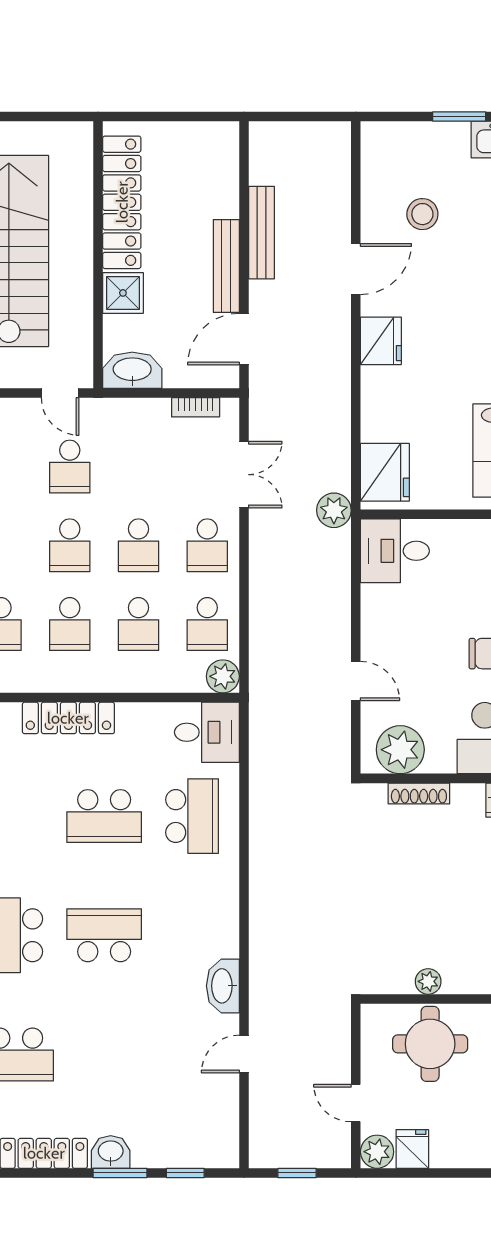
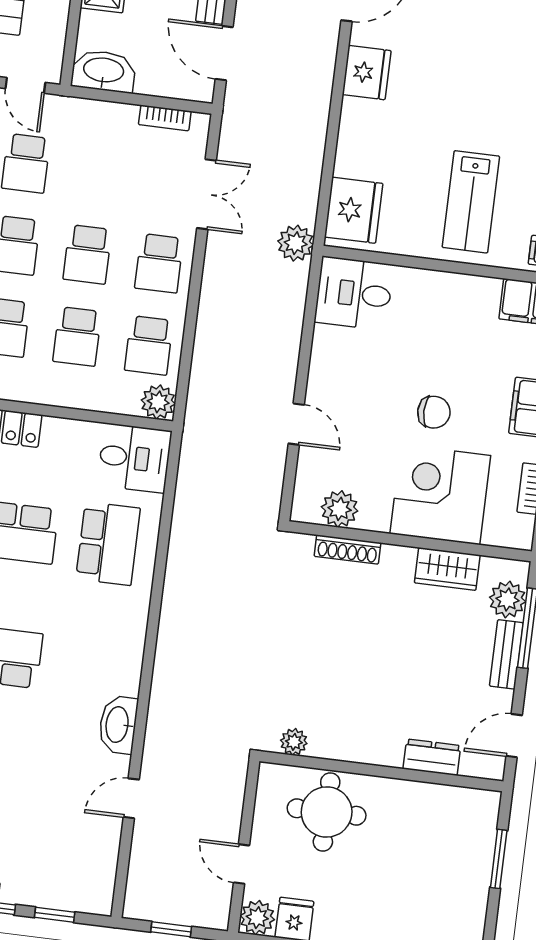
door: (244, 339) -> (224, 53), hinge flipped
plant: (400, 750) -> (340, 509), width x0.73, depth x0.73
plant: (428, 981) -> (294, 742), moved

